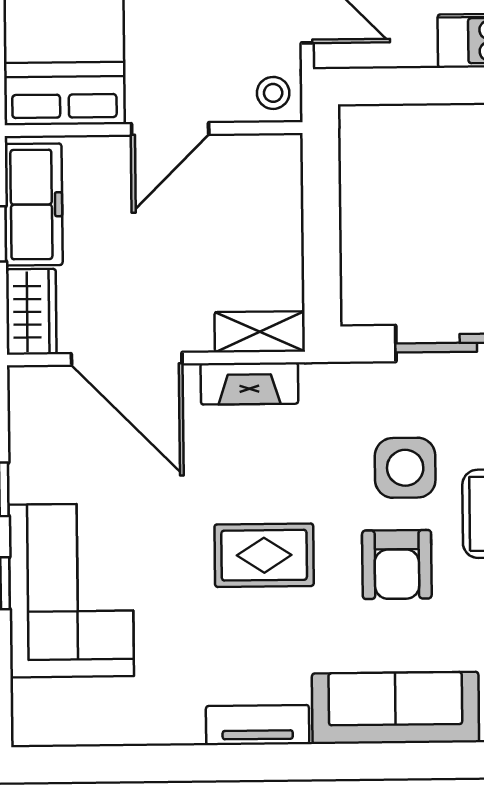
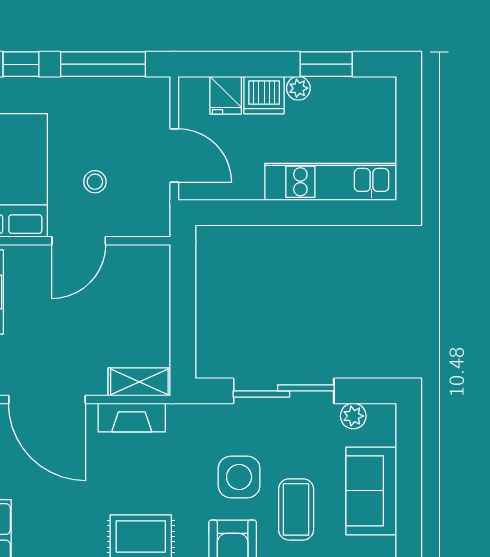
stool: (273, 93) -> (95, 182), moved

